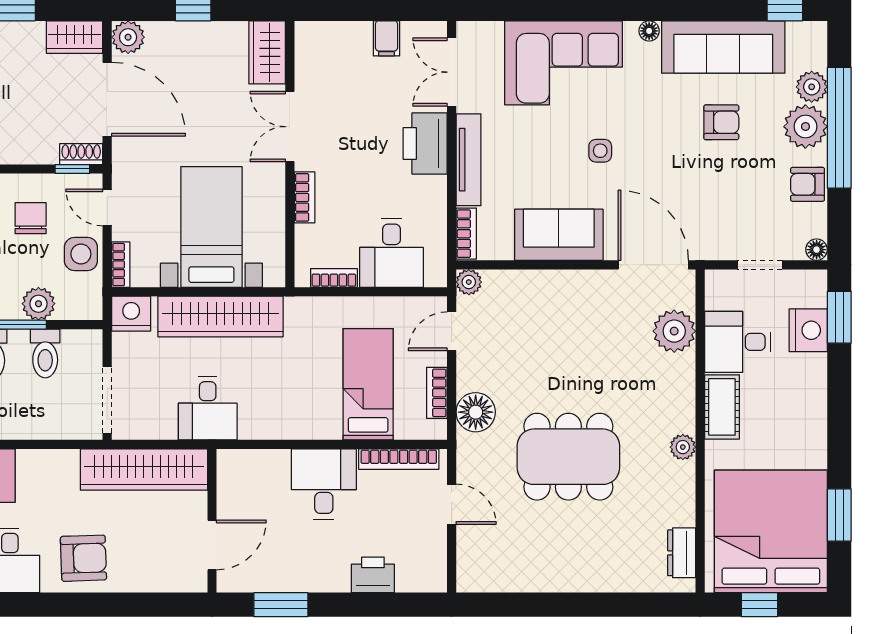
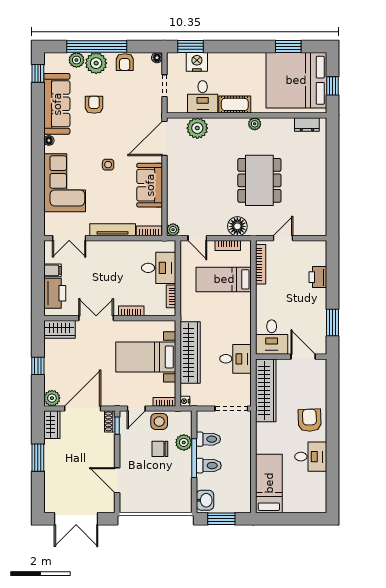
double door: (290, 127) -> (96, 318), swing flipped
printer: (425, 143) -> (55, 293), moved, turned -90
chair: (31, 218) -> (160, 449), moved
nightstand: (131, 314) -> (185, 401), width x0.53, depth x0.56
desk: (324, 484) -> (272, 337), moved, turned -90

